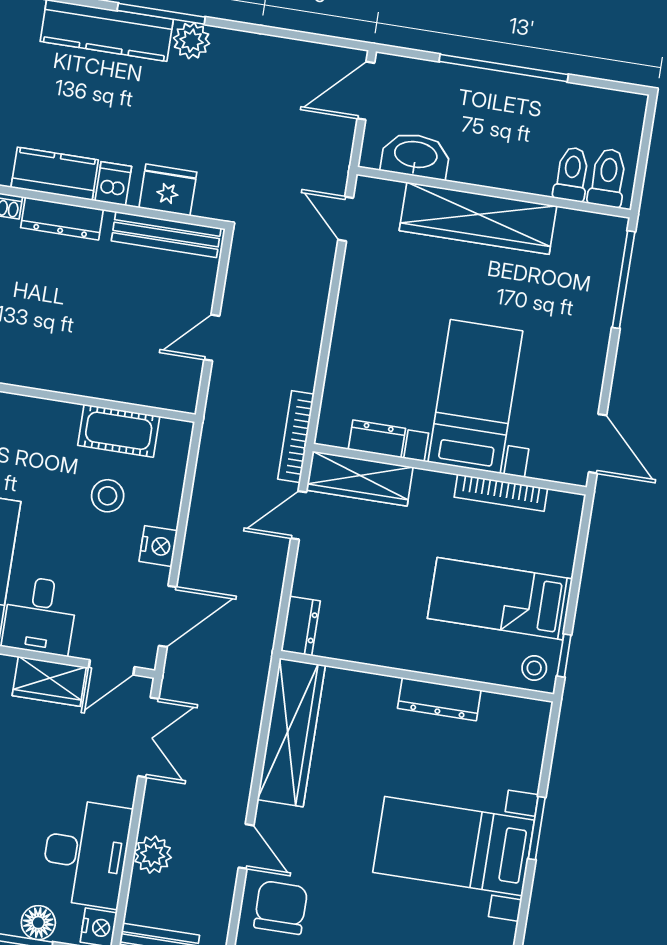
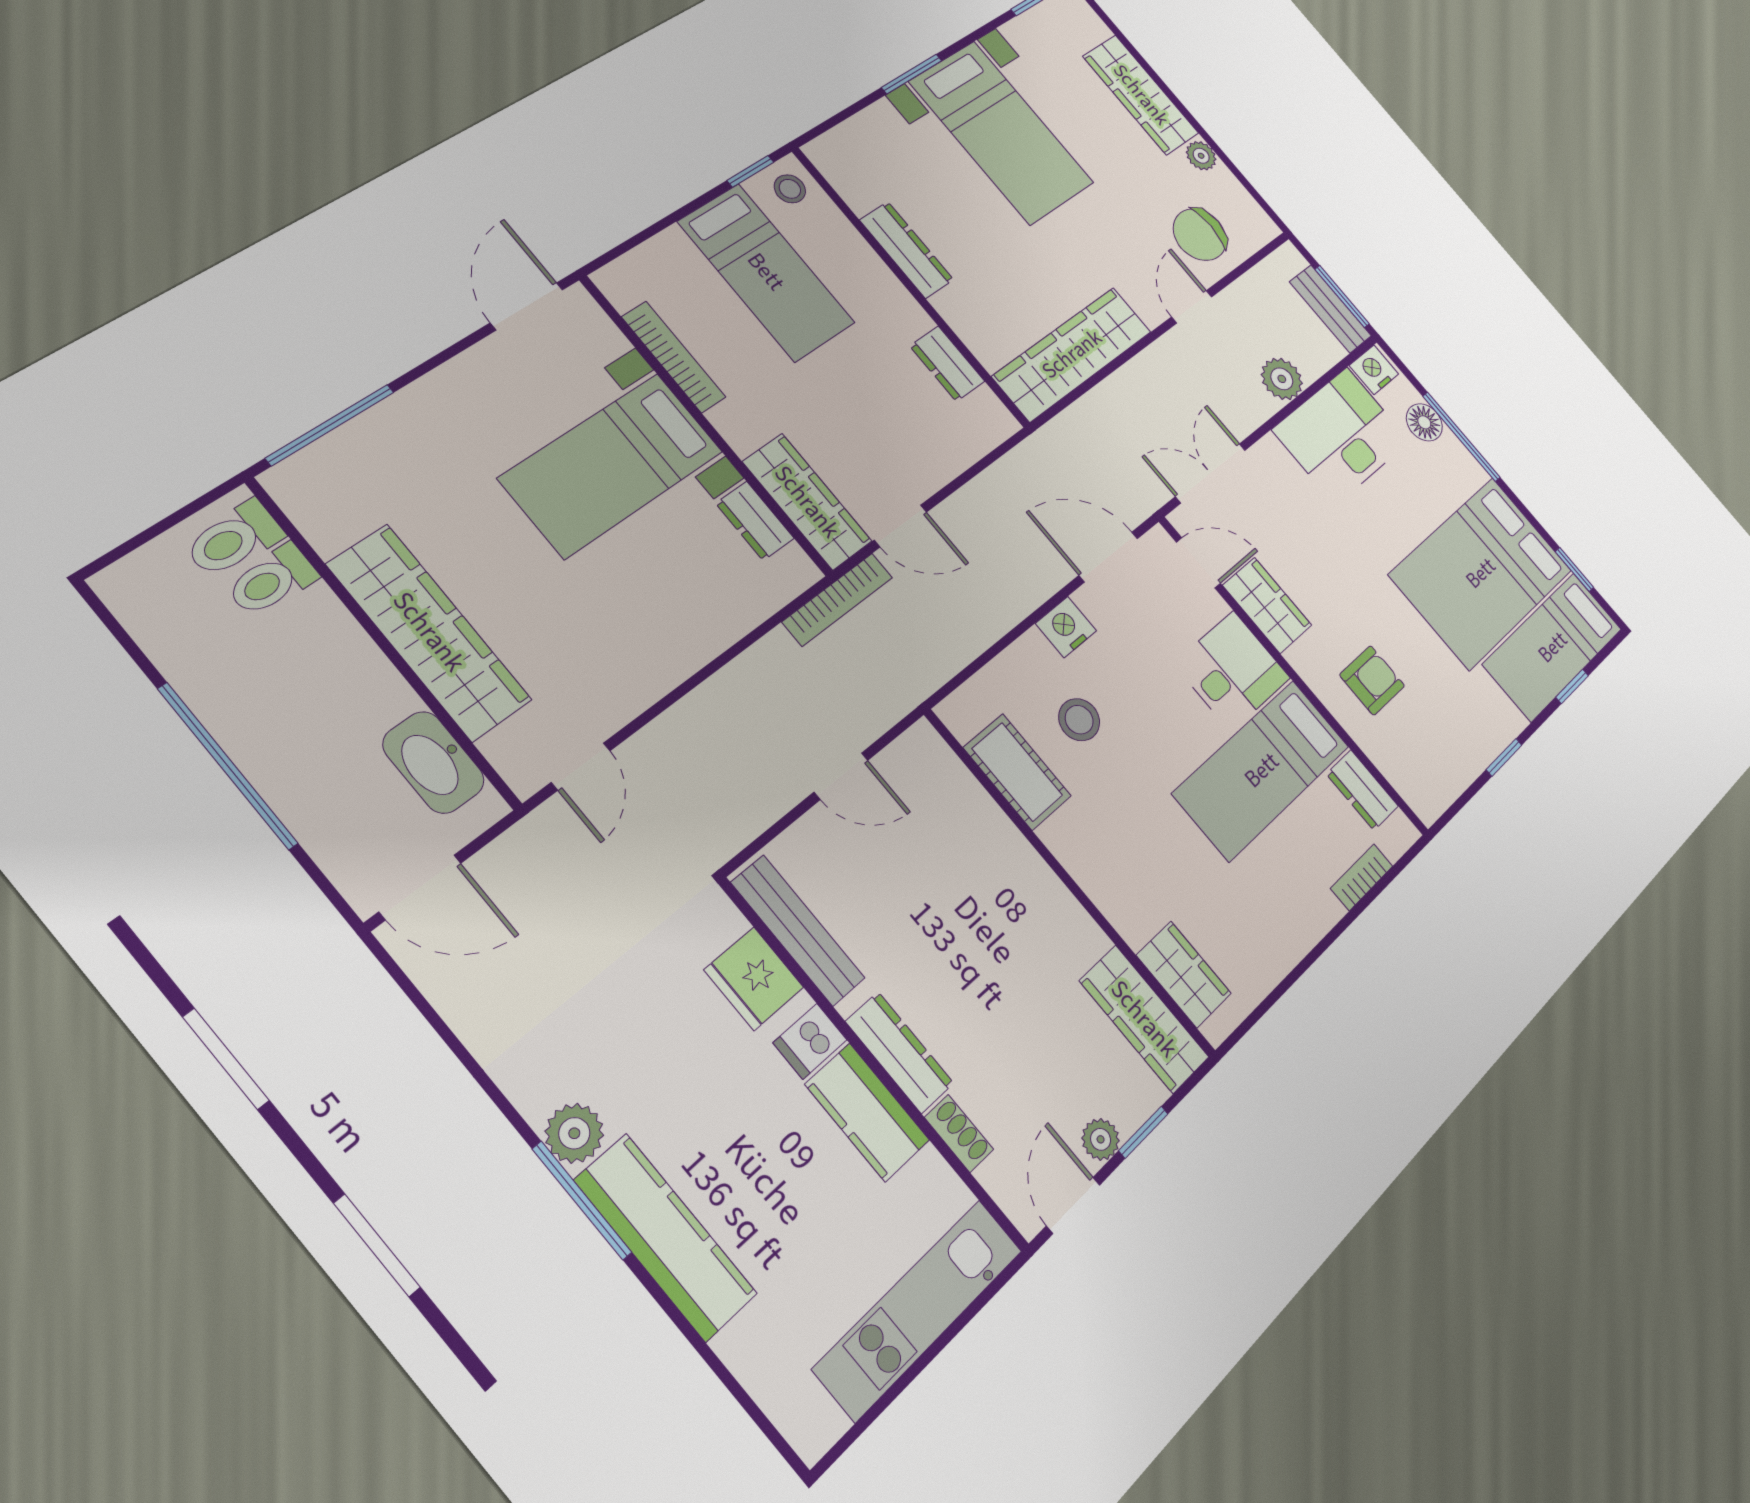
dresser: (301, 626) -> (947, 364), moved, turned -90

